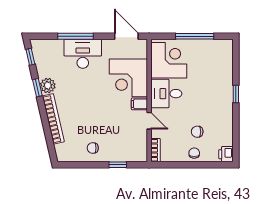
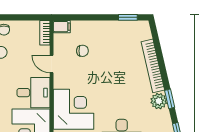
filing cabinet: (139, 104) -> (62, 27), moved
chair: (93, 148) -> (82, 51), moved
window: (118, 165) -> (128, 17), moved

